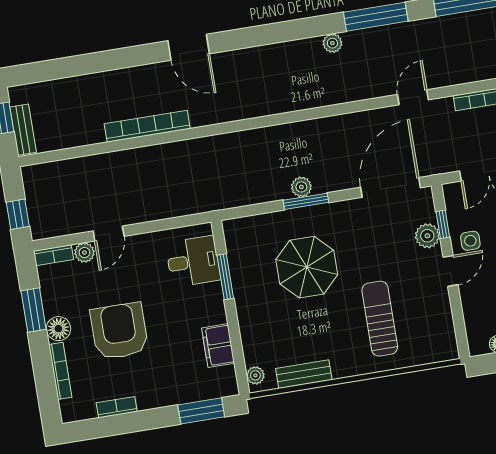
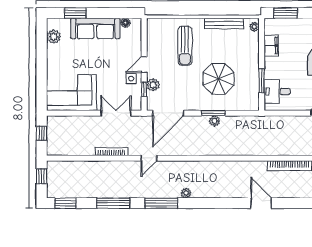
bench: (304, 374) -> (224, 23), width x1.36

